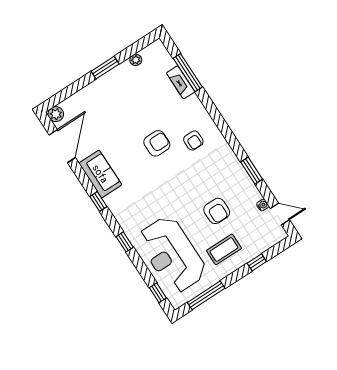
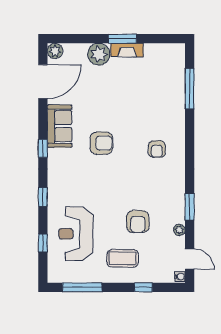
plant: (136, 60) -> (99, 54), moved, width x1.88, depth x1.88
fireplace: (181, 82) -> (127, 50), moved, turned -90
armchair: (157, 143) -> (101, 143), moved
plant: (256, 195) -> (179, 230), added
water cooler: (263, 205) -> (180, 277), moved
reception desk: (172, 255) -> (76, 234), width x0.74, depth x0.77
window: (158, 293) -> (43, 243), moved

